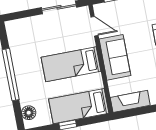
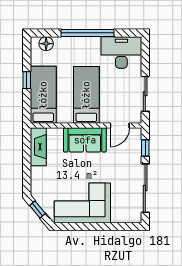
desk: (23, 38) -> (121, 52), added

